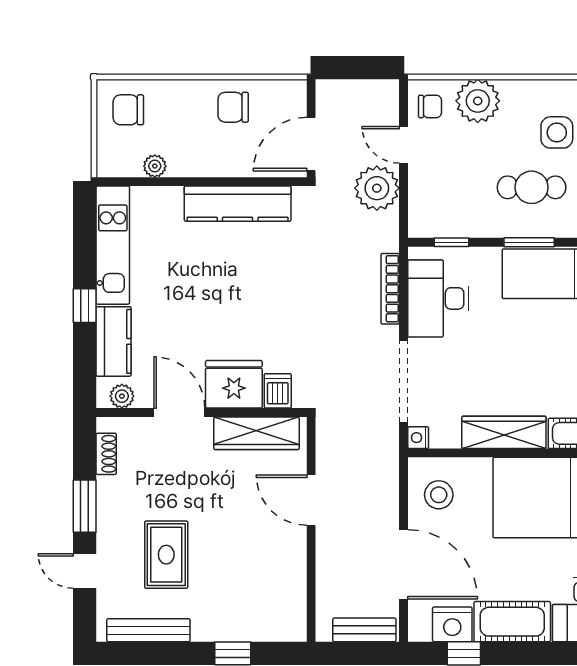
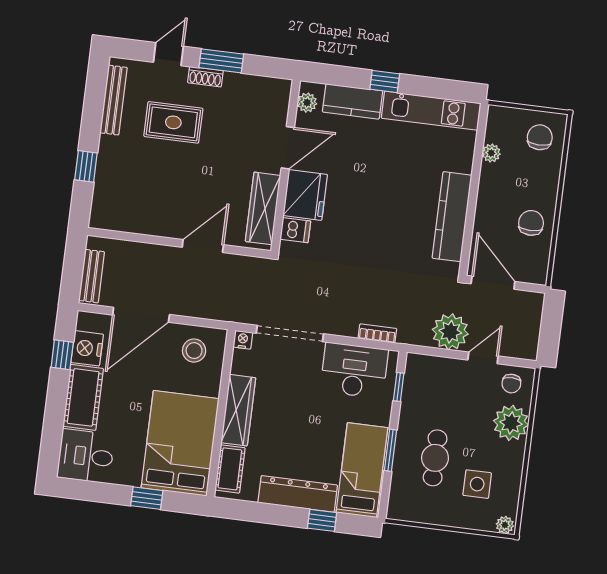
bookcase: (390, 289) -> (377, 333), width x0.64
shoe rack: (106, 454) -> (205, 77), moved

